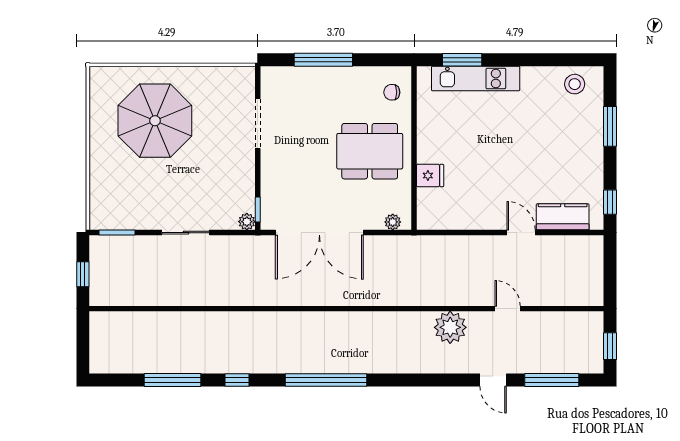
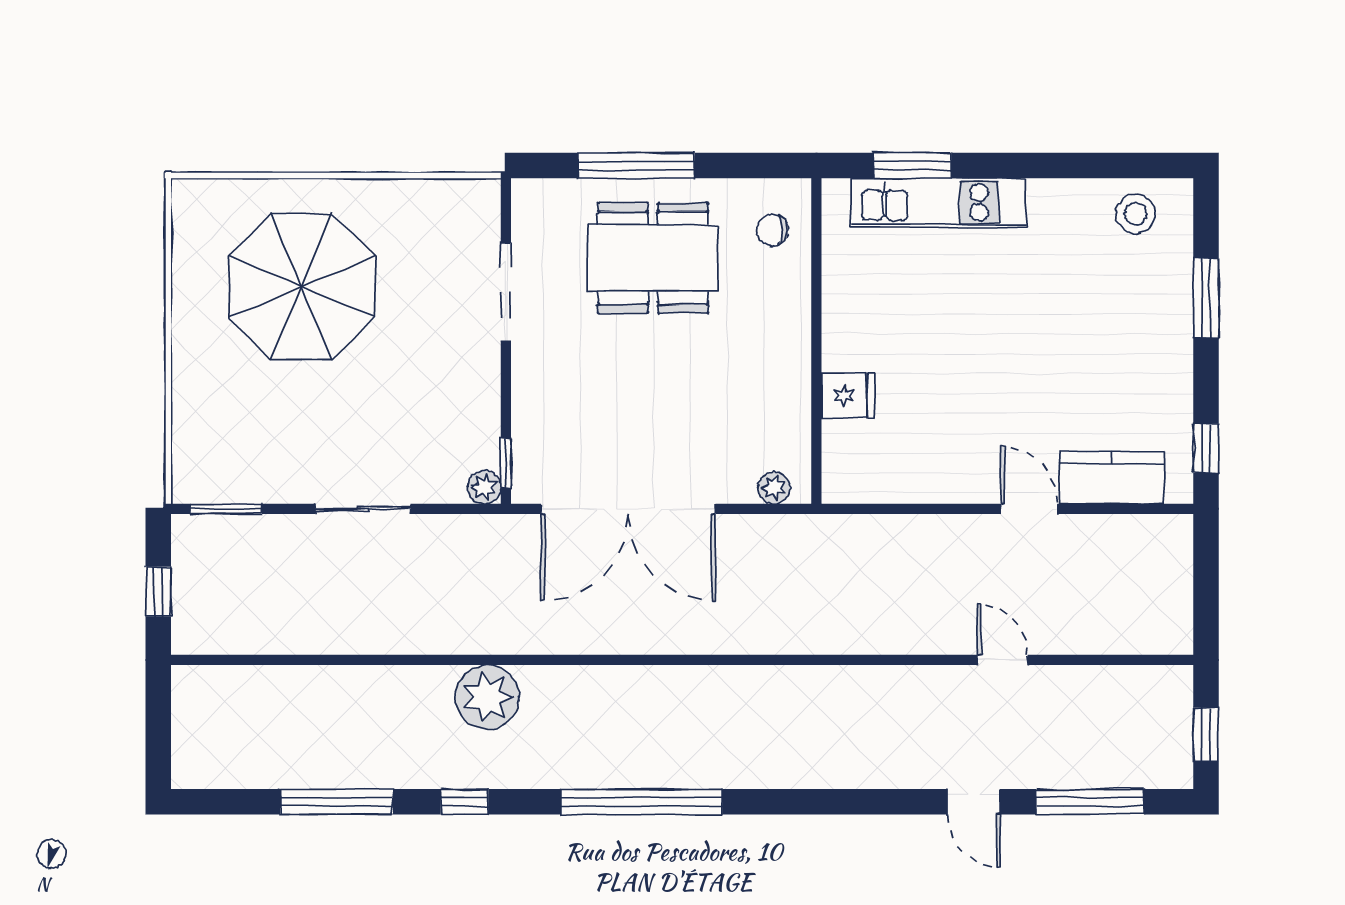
dining table: (370, 151) -> (653, 258), moved
plant: (450, 327) -> (487, 697), moved

